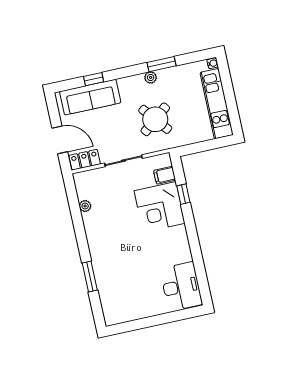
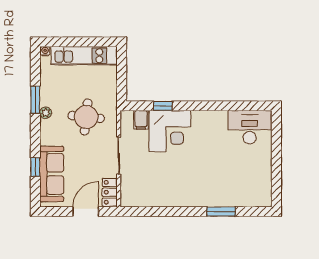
round table: (155, 119) -> (86, 117), turned 45
plant: (85, 206) -> (154, 201), removed

